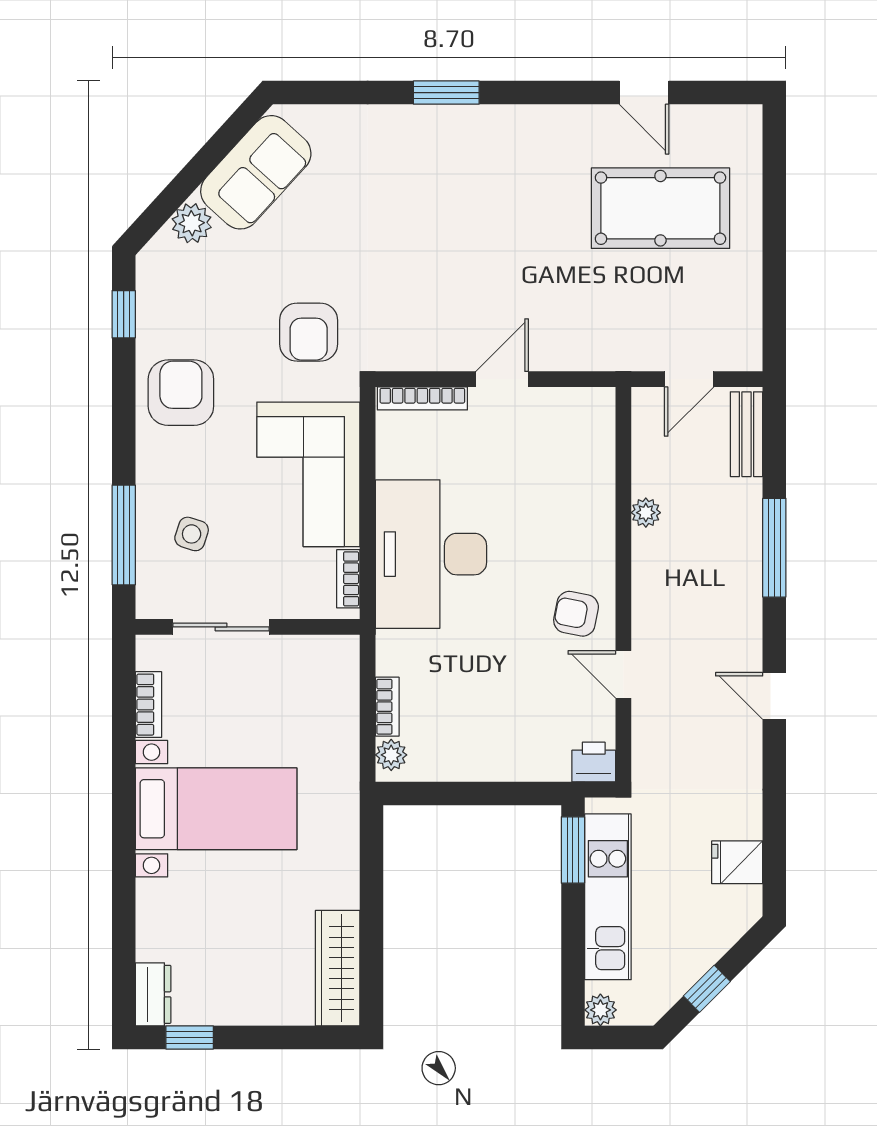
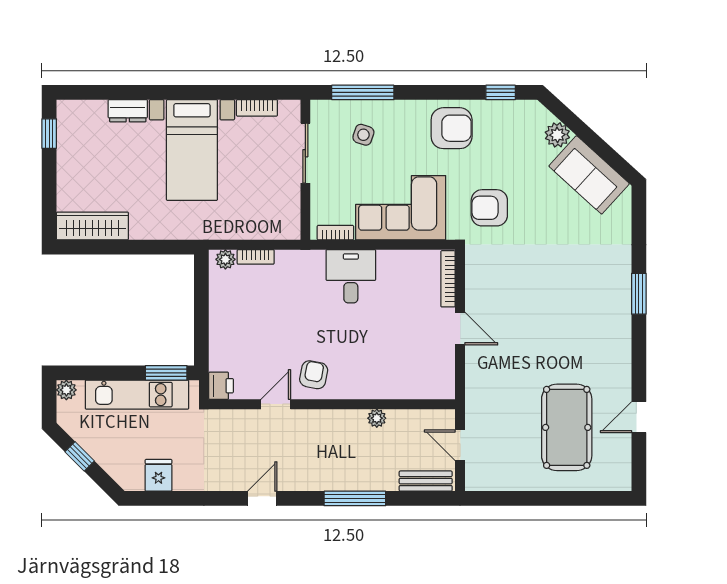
desk: (431, 554) -> (351, 276), width x0.53, depth x0.77
dresser: (153, 994) -> (128, 111), moved

